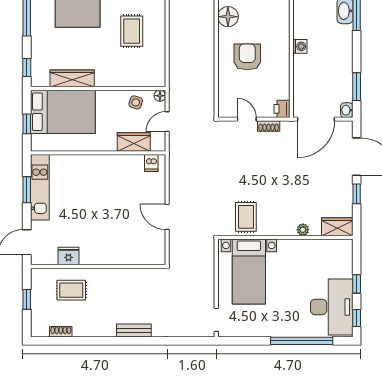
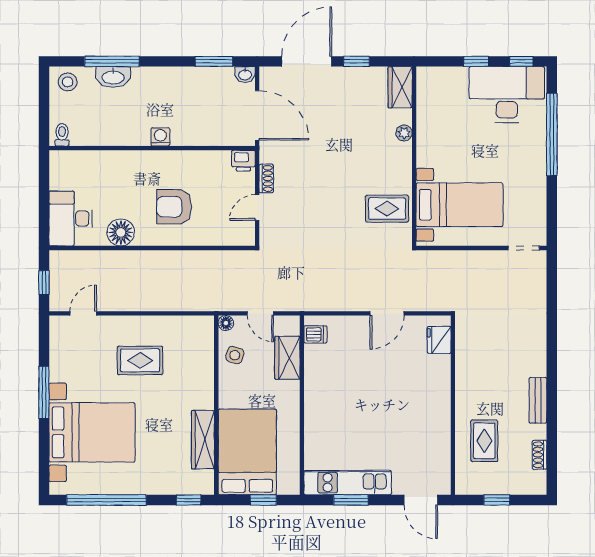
fridge: (69, 256) -> (439, 340), moved
bench: (134, 330) -> (538, 400), moved

